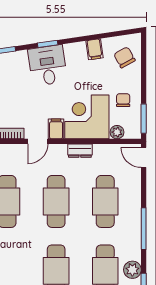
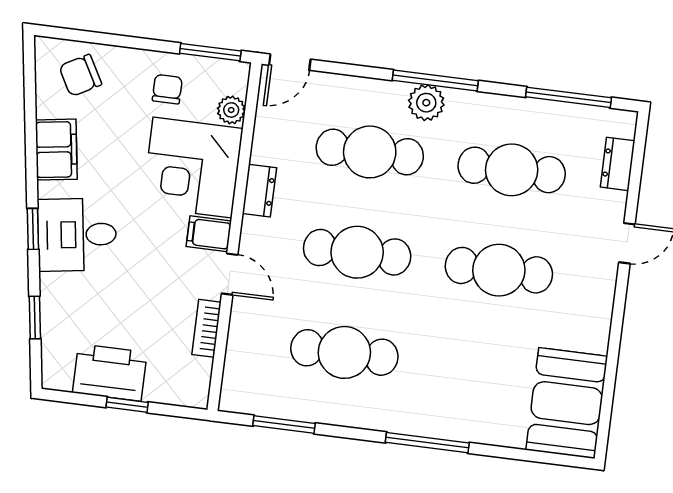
filing cabinet: (95, 49) -> (56, 150), width x2.00
chair: (123, 100) -> (167, 89), turned 90
plant: (132, 270) -> (426, 103), moved

